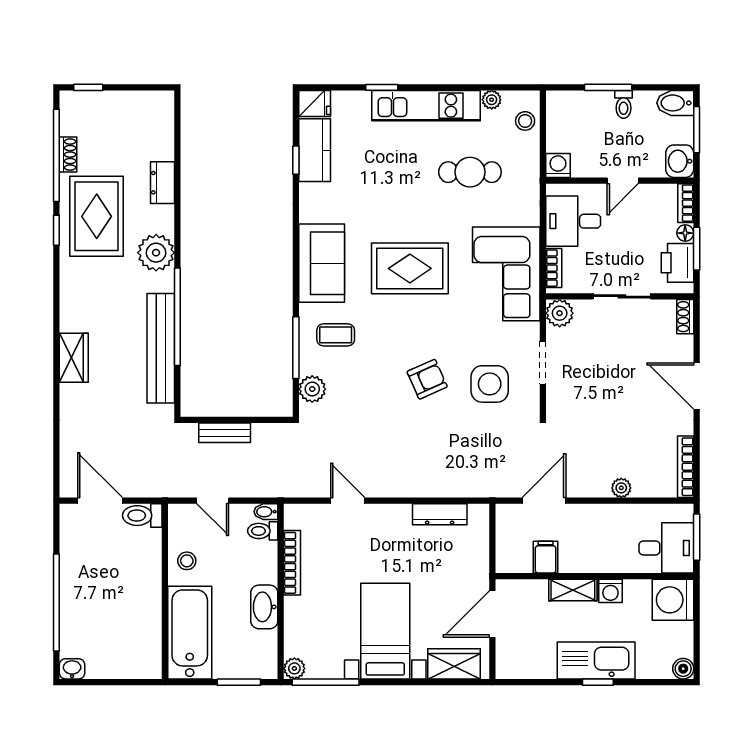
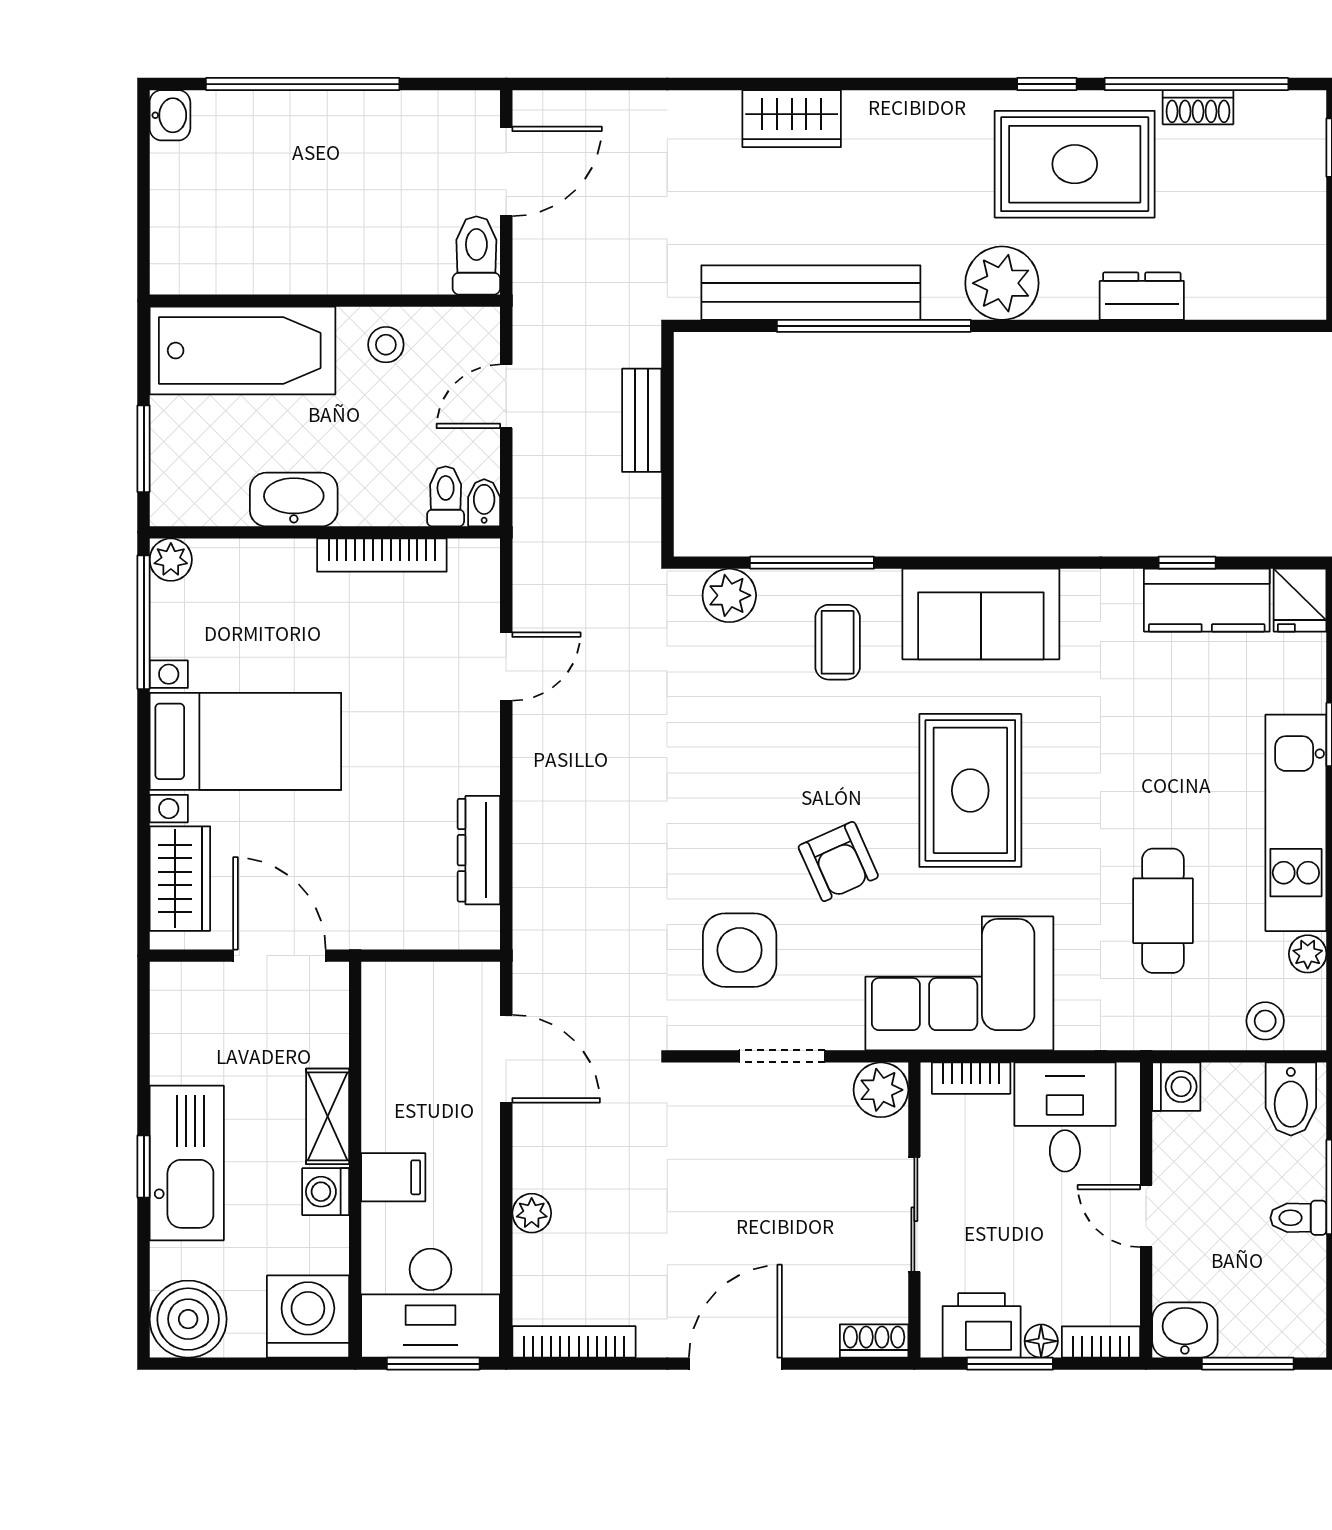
bidet: (675, 103) -> (1291, 1099), moved, turned 180
armchair: (427, 379) -> (838, 862), moved
desk: (666, 548) -> (430, 1303), width x1.37
filing cabinet: (546, 557) -> (393, 1177), moved
boiler: (683, 669) -> (188, 1319), width x1.86, depth x1.86

